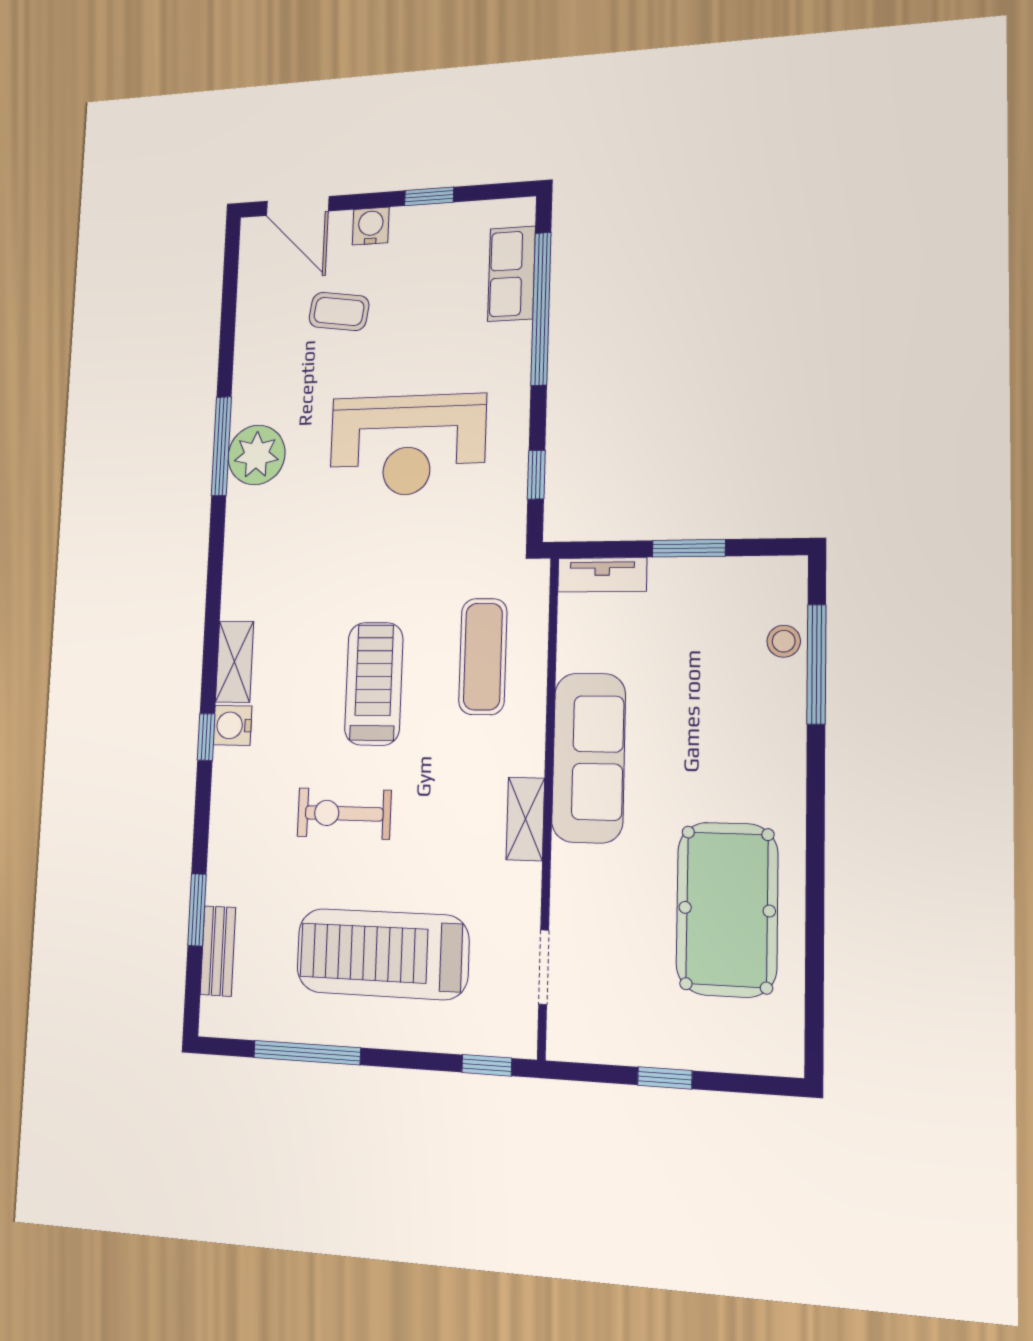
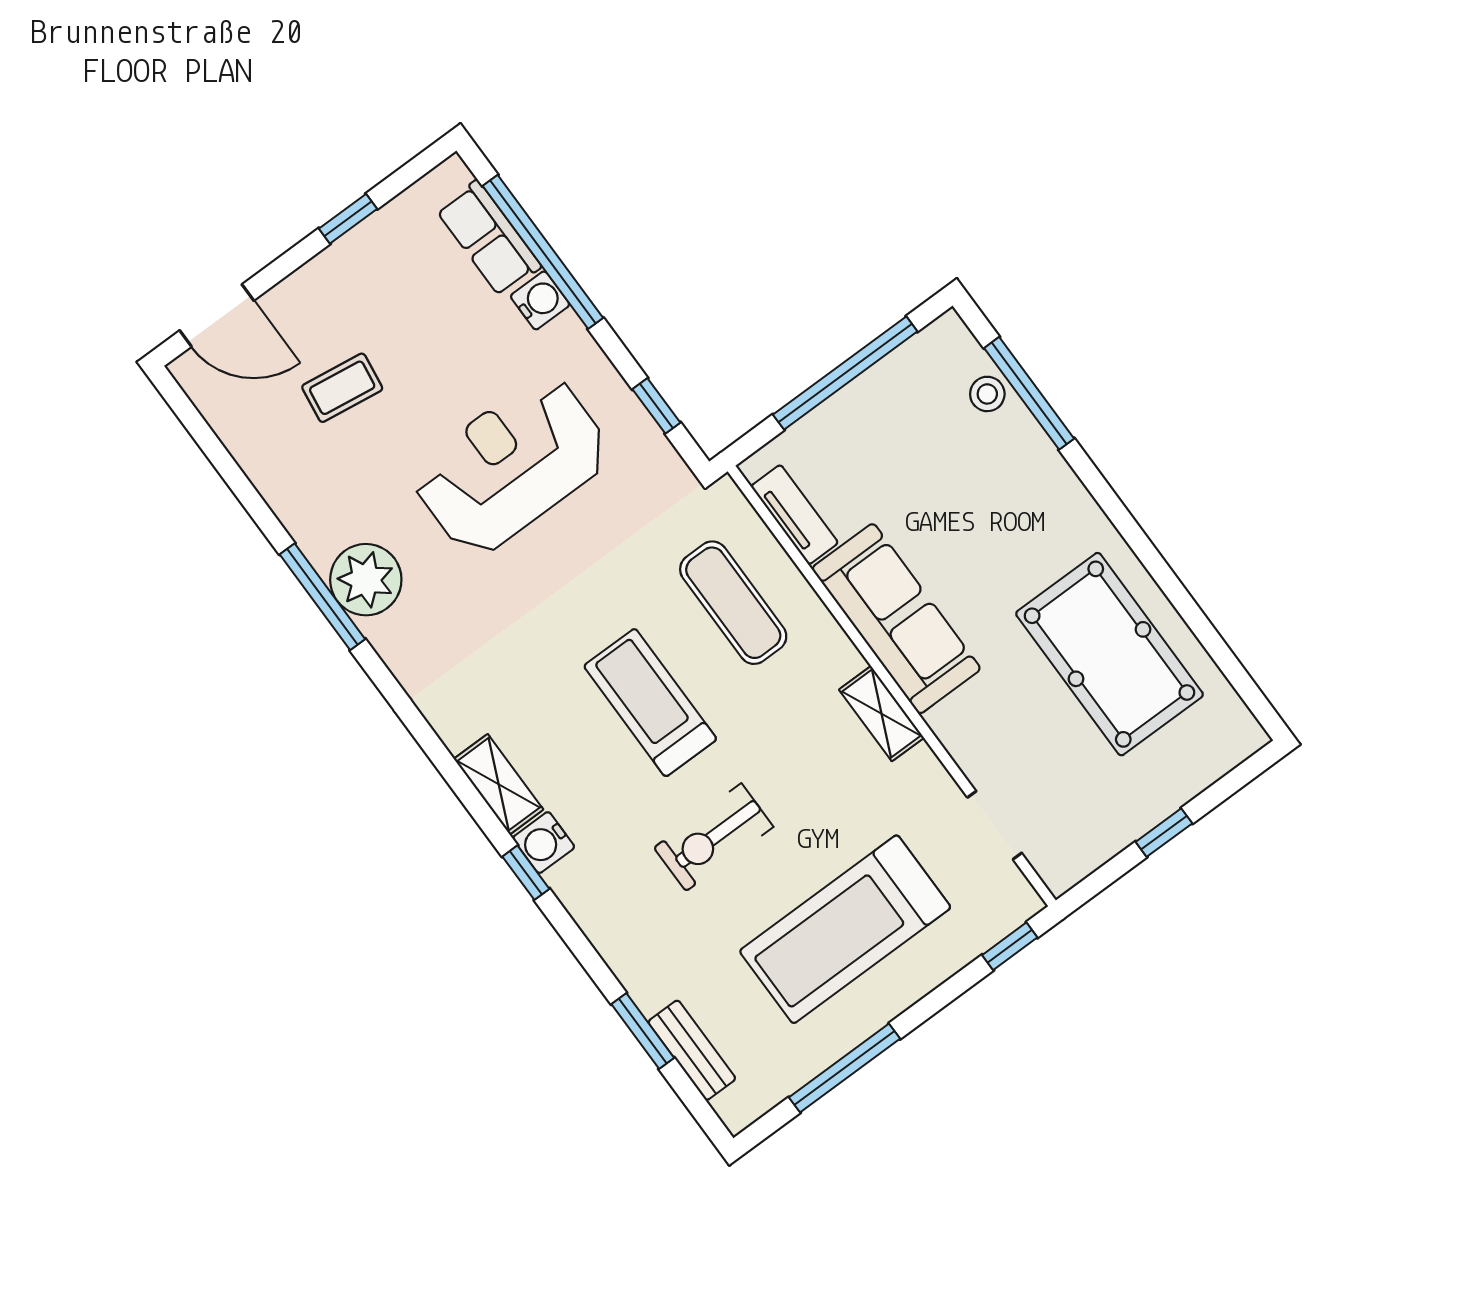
water cooler: (371, 226) -> (540, 300), moved, turned 90
reception desk: (407, 445) -> (511, 465), turned 180
window: (689, 548) -> (845, 373), width x2.11
tv unit: (602, 575) -> (795, 515), moved, turned -90

